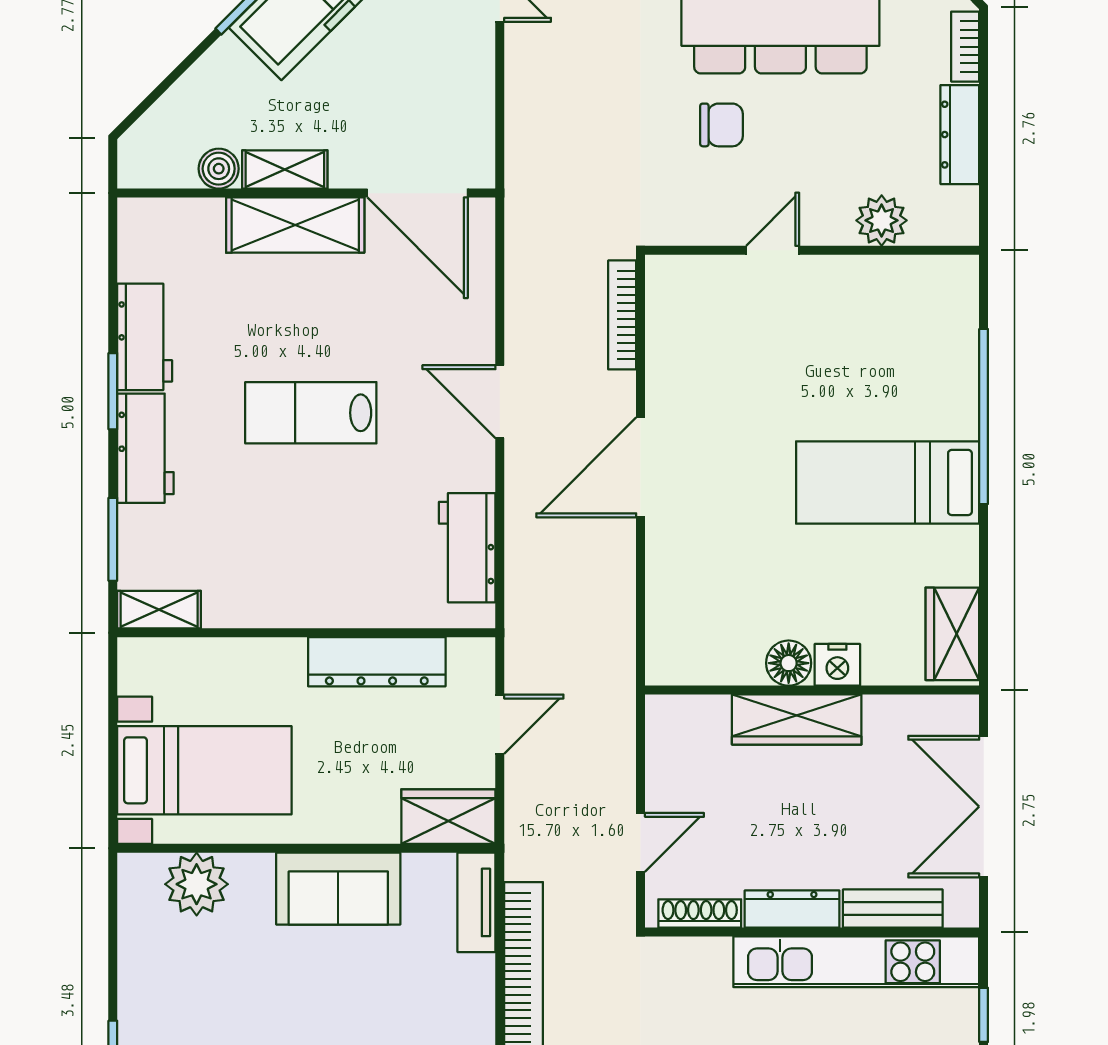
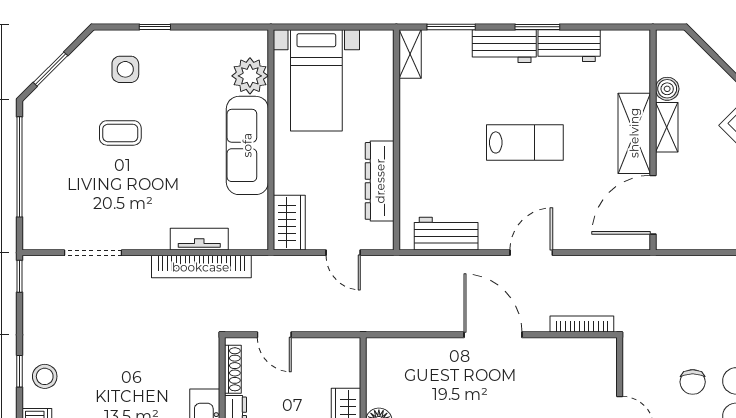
lab bench: (311, 413) -> (525, 142), turned 90
sofa: (338, 889) -> (247, 145), width x1.36
tv unit: (476, 902) -> (199, 239), moved

